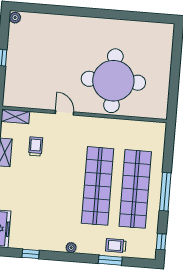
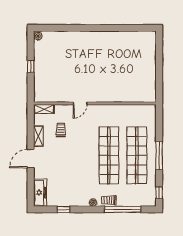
round table: (113, 81) -> (114, 77), removed
door: (65, 113) -> (80, 103), swing flipped
trolley: (116, 246) -> (109, 200), moved
window: (110, 260) -> (123, 209), width x2.11

